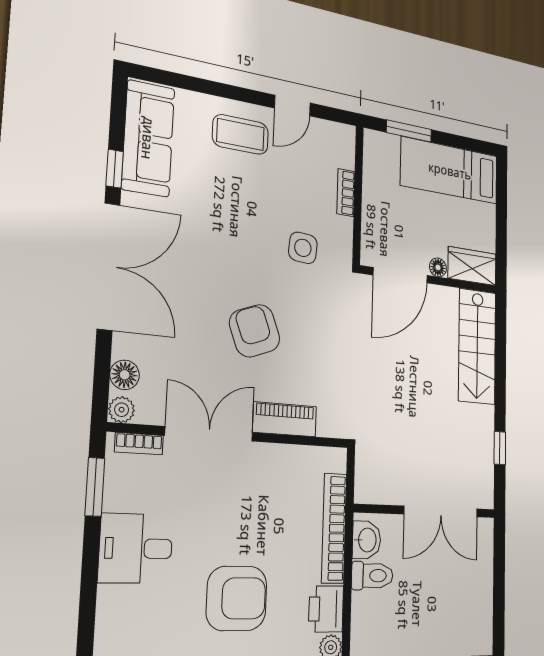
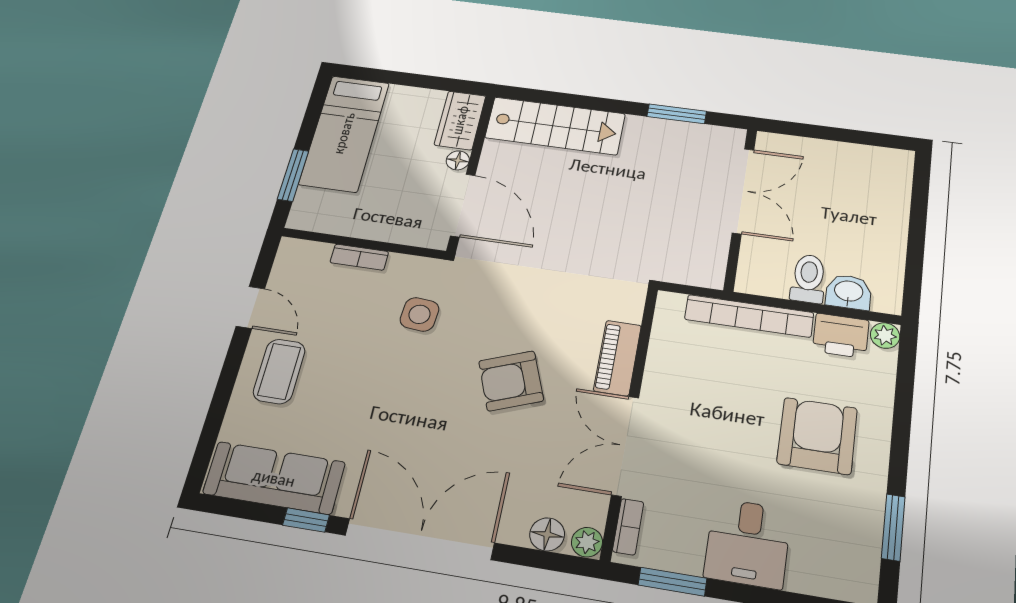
window: (500, 448) -> (677, 114), width x1.50
washbasin: (367, 540) -> (849, 292), moved

